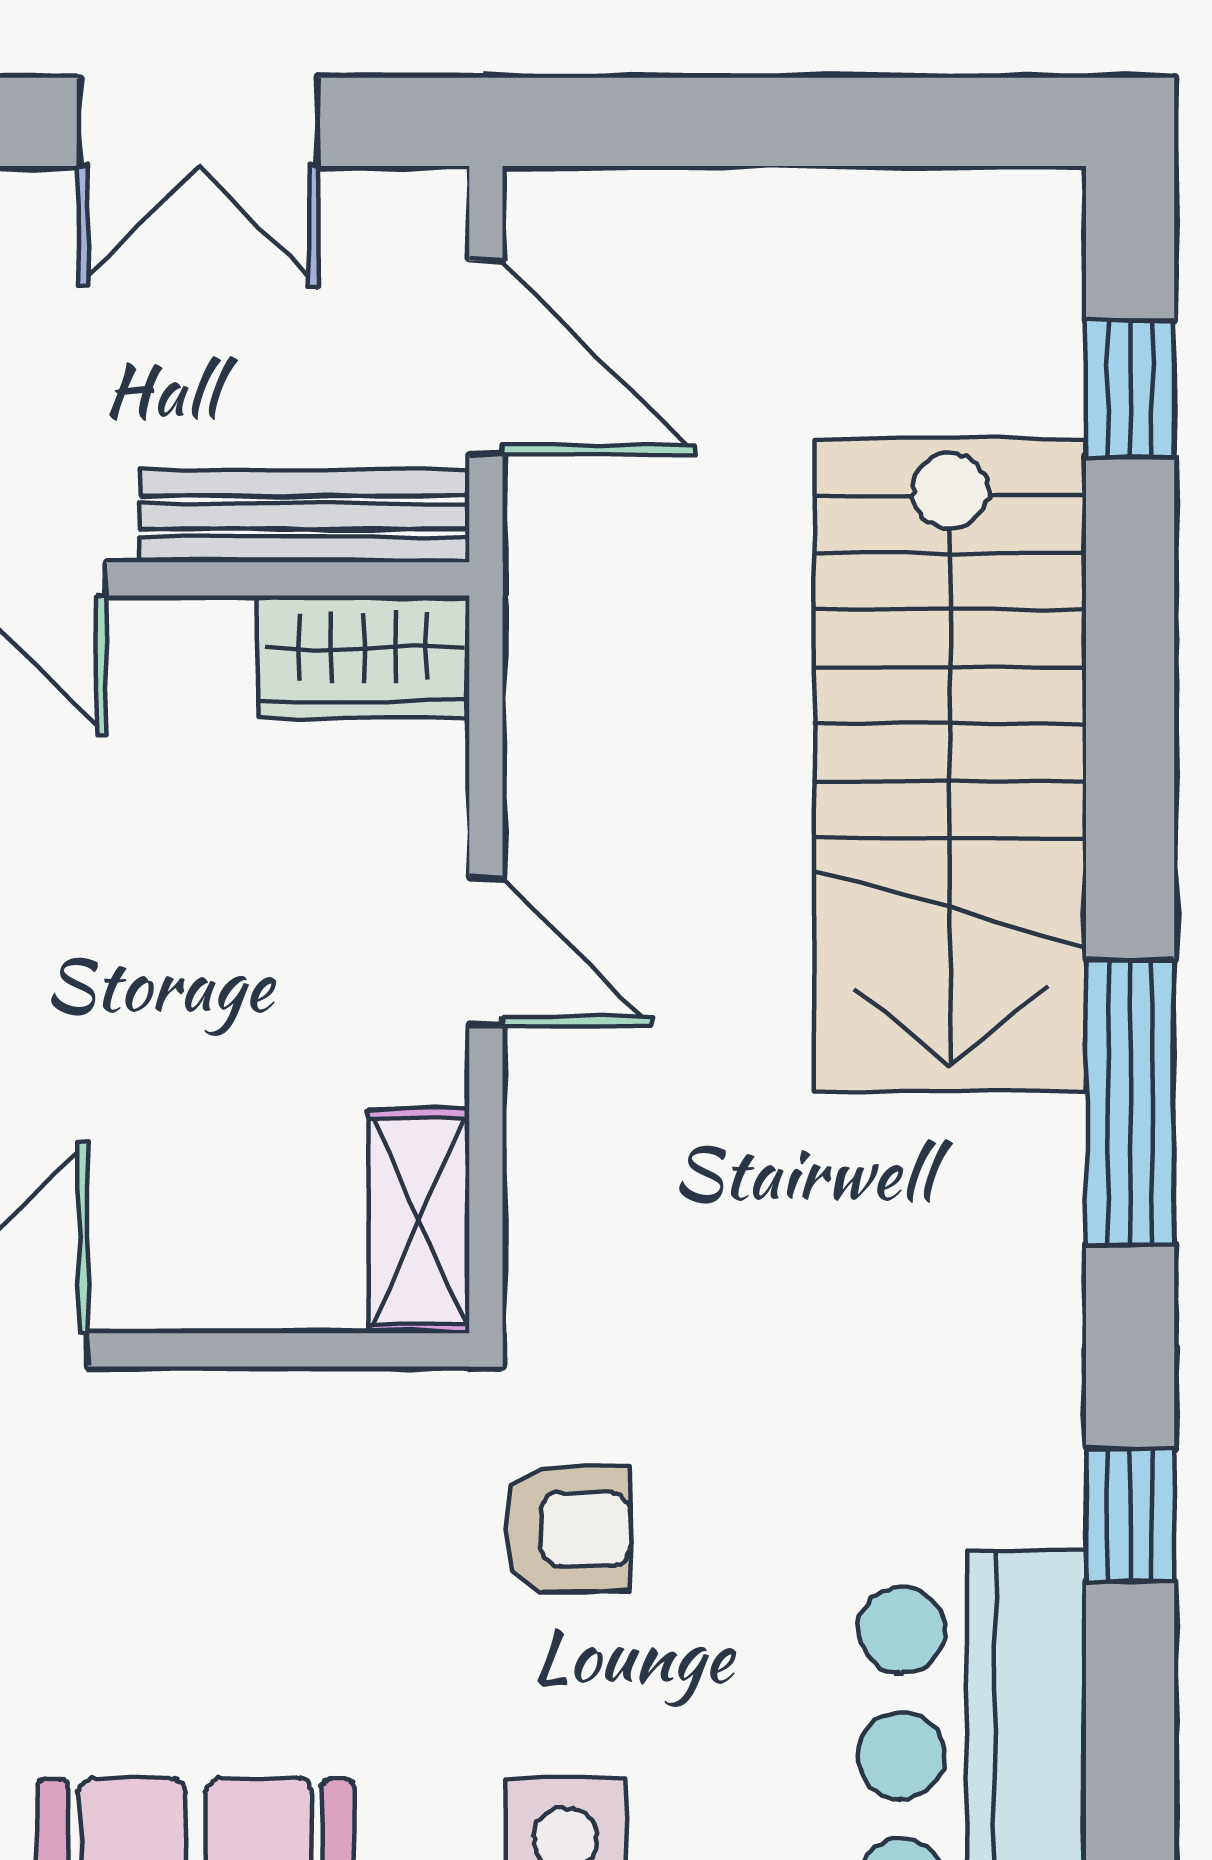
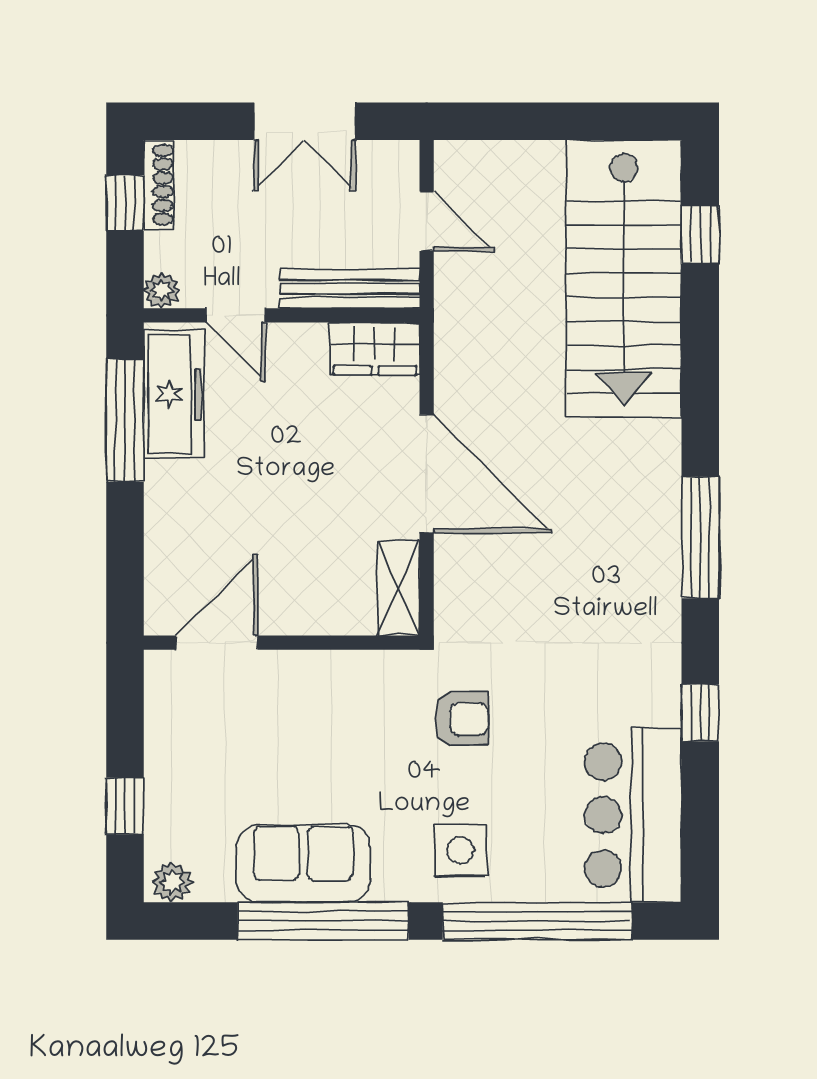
door: (486, 357) -> (427, 221), width x0.73
stairs: (950, 765) -> (624, 278), moved
door: (486, 952) -> (427, 474), width x1.87

